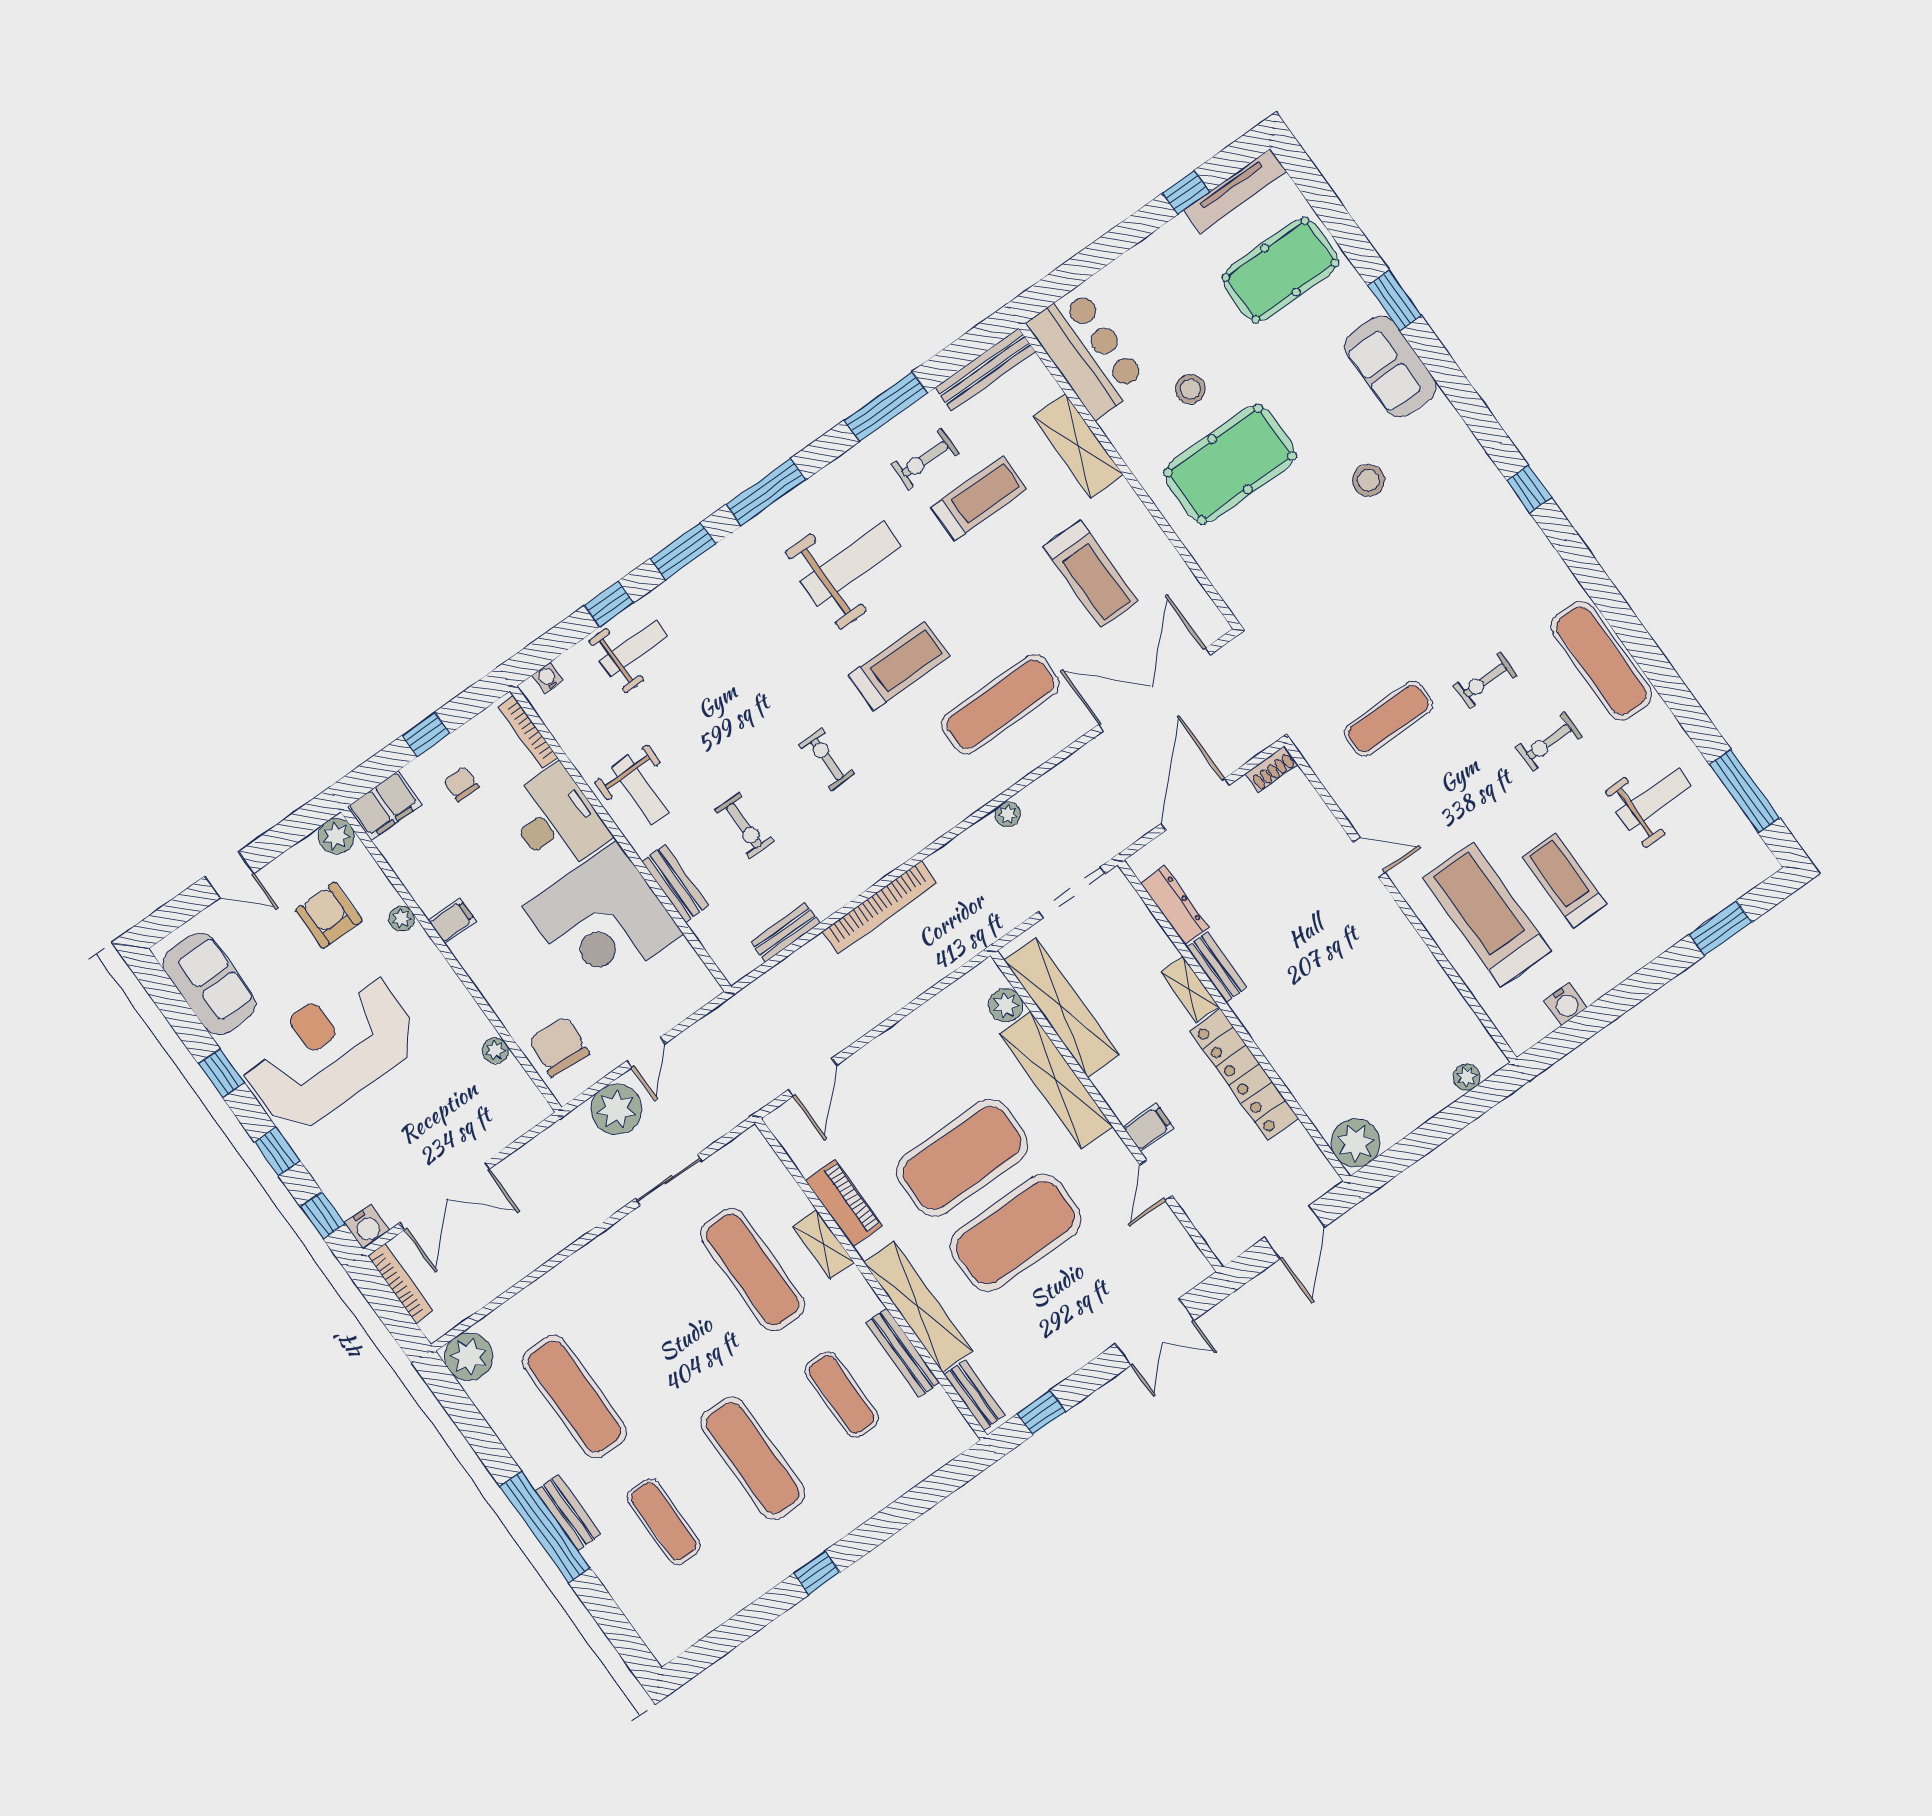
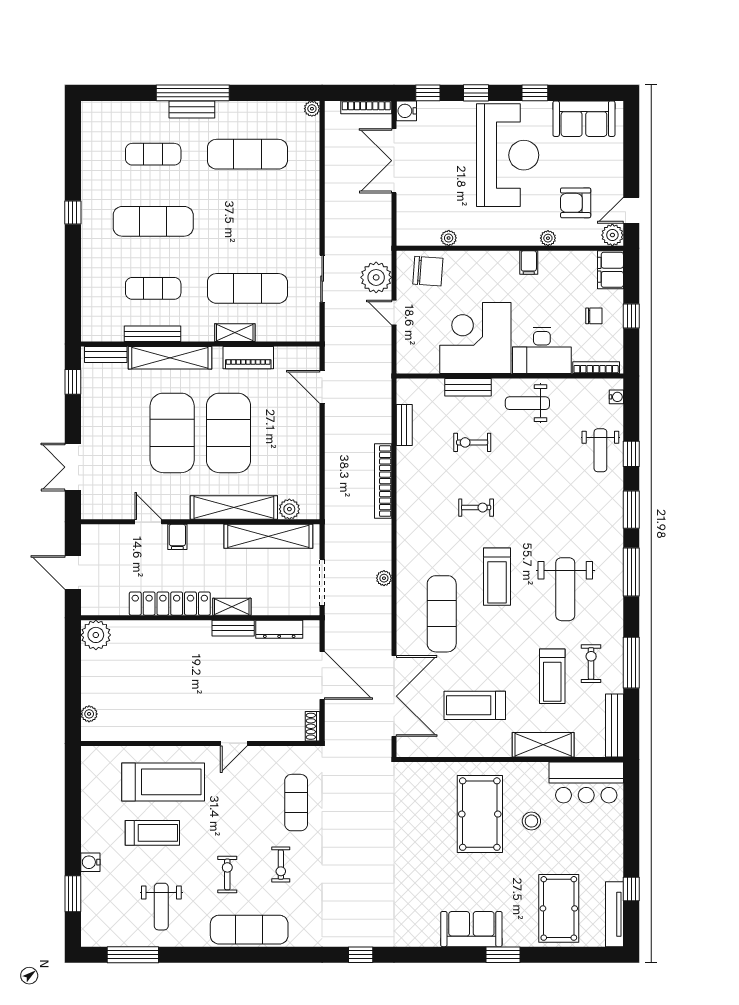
stool: (1368, 480) -> (422, 878), removed
exercise bike: (1485, 680) -> (281, 865), turned 180
door: (229, 875) -> (631, 210), moved
armchair: (329, 915) -> (576, 203), turned 180
water cooler: (1566, 1004) -> (90, 862), moved
plant: (469, 1357) -> (312, 109), width x0.53, depth x0.53

